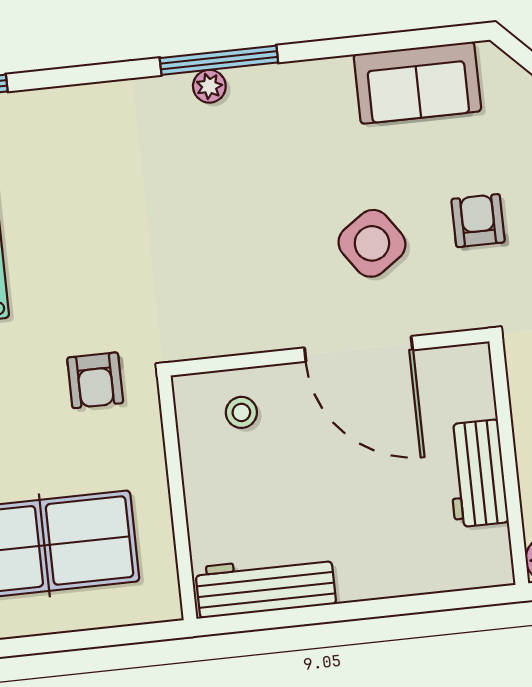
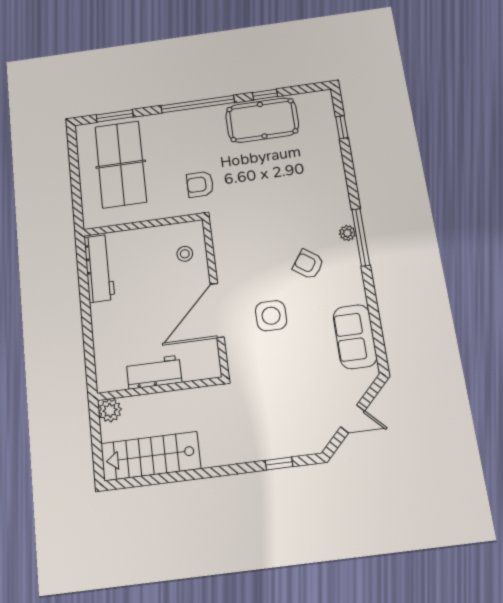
armchair: (478, 221) -> (308, 264), moved, turned -145
side table: (372, 243) -> (271, 316), turned 35

